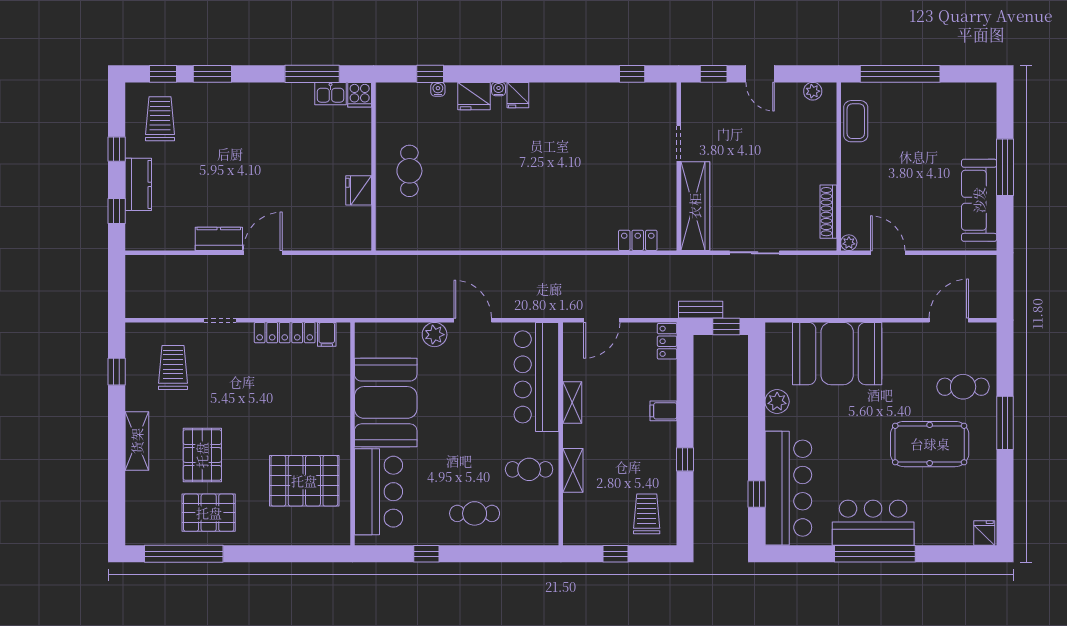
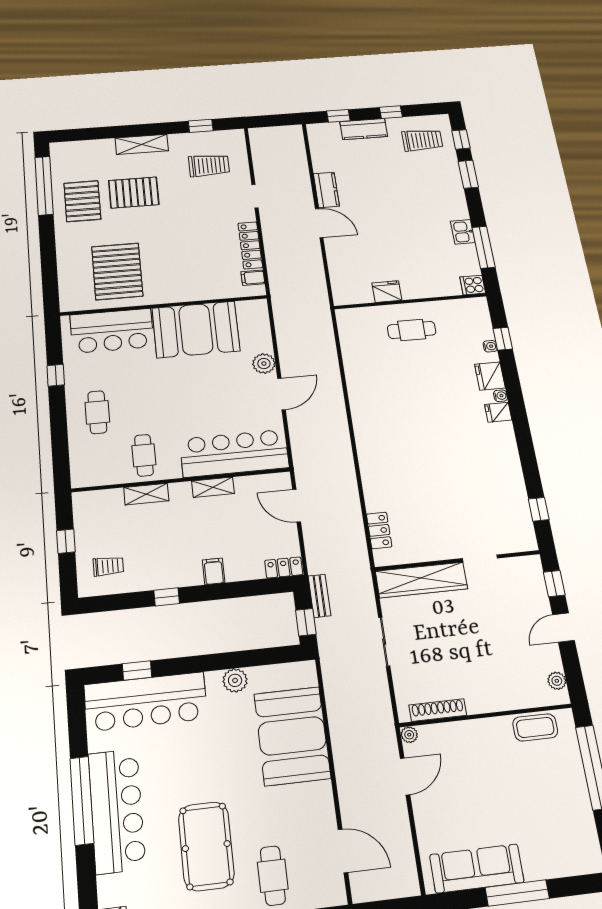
kitchen sink: (331, 94) -> (463, 232), moved
trolley: (647, 514) -> (108, 566), width x0.73, depth x0.72
bar counter: (873, 523) -> (117, 811), width x1.36

